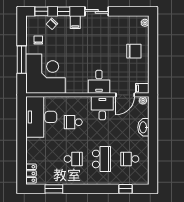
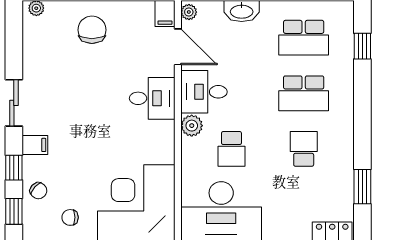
plant: (85, 102) -> (192, 126), added
school desk: (102, 159) -> (304, 93), turned 180
school desk: (130, 159) -> (304, 38), width x1.85

